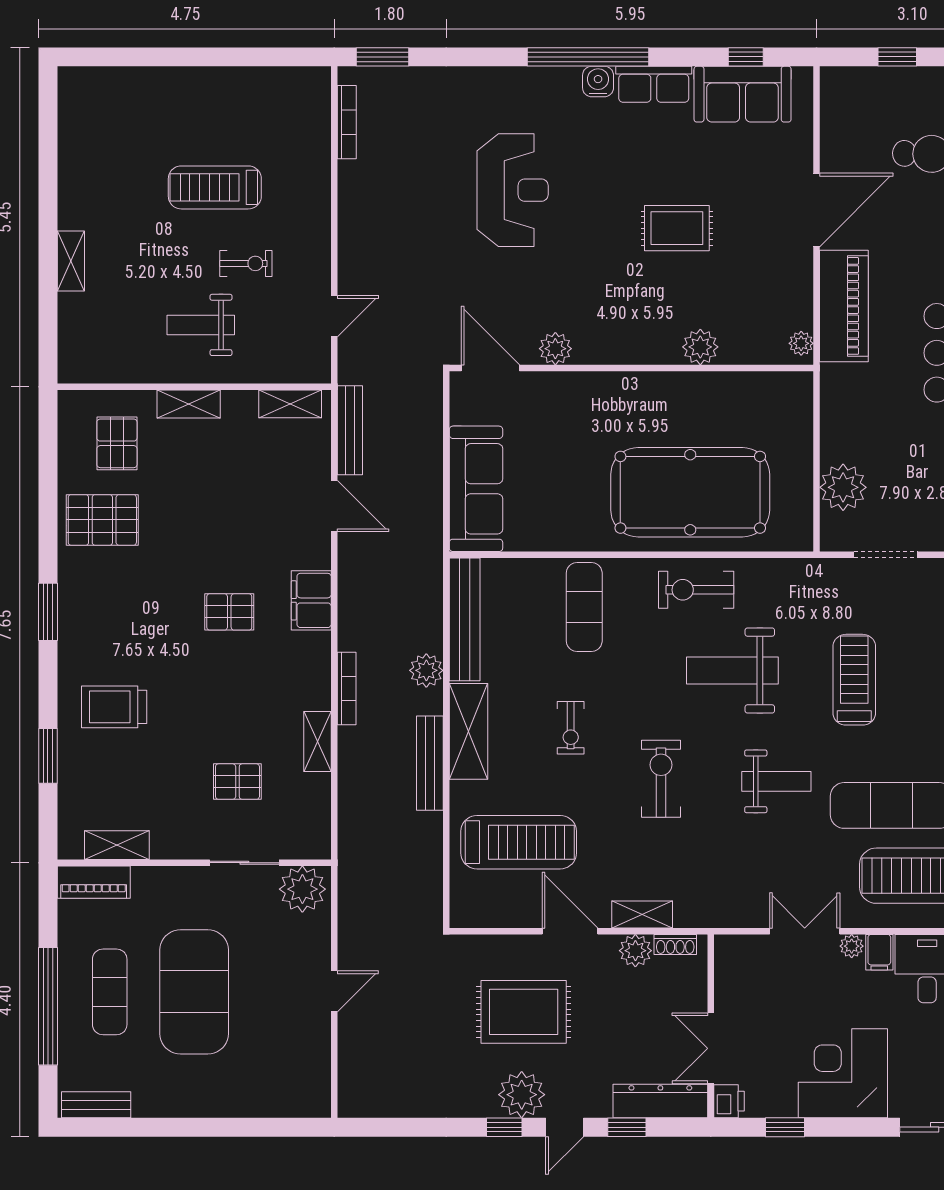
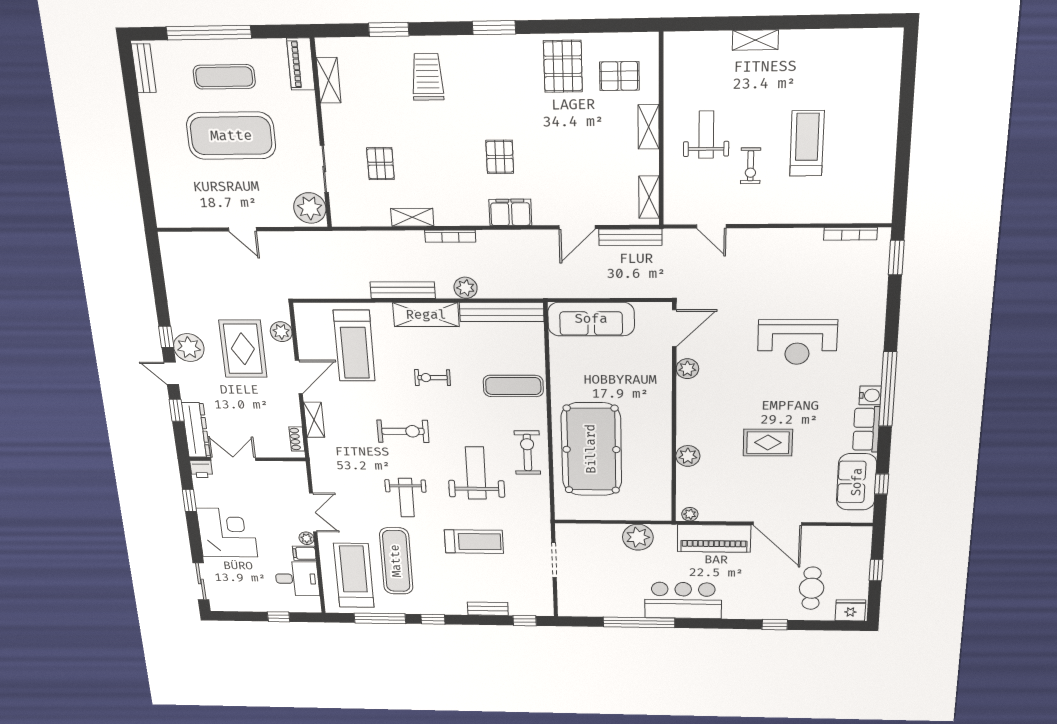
rug: (677, 228) -> (768, 443), turned 90
plant: (843, 487) -> (638, 537), moved
plant: (635, 951) -> (281, 332), moved

